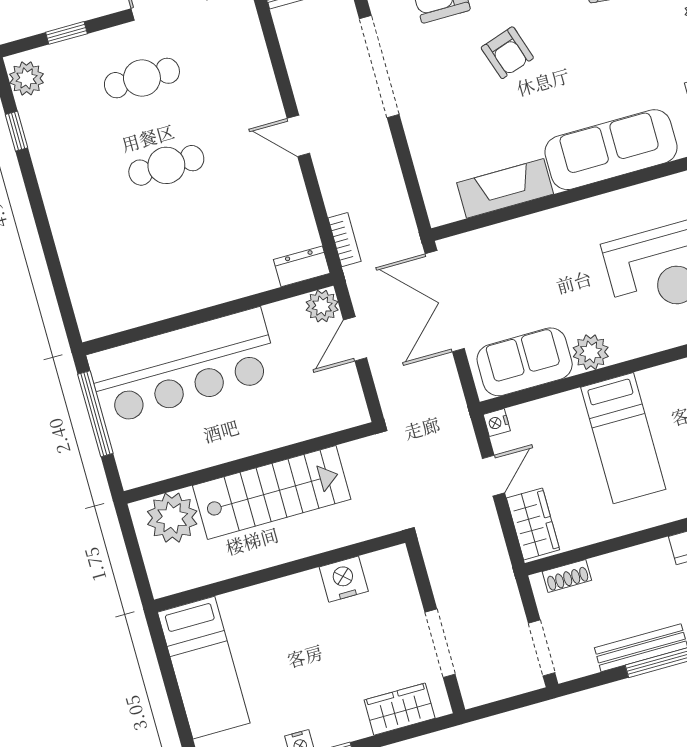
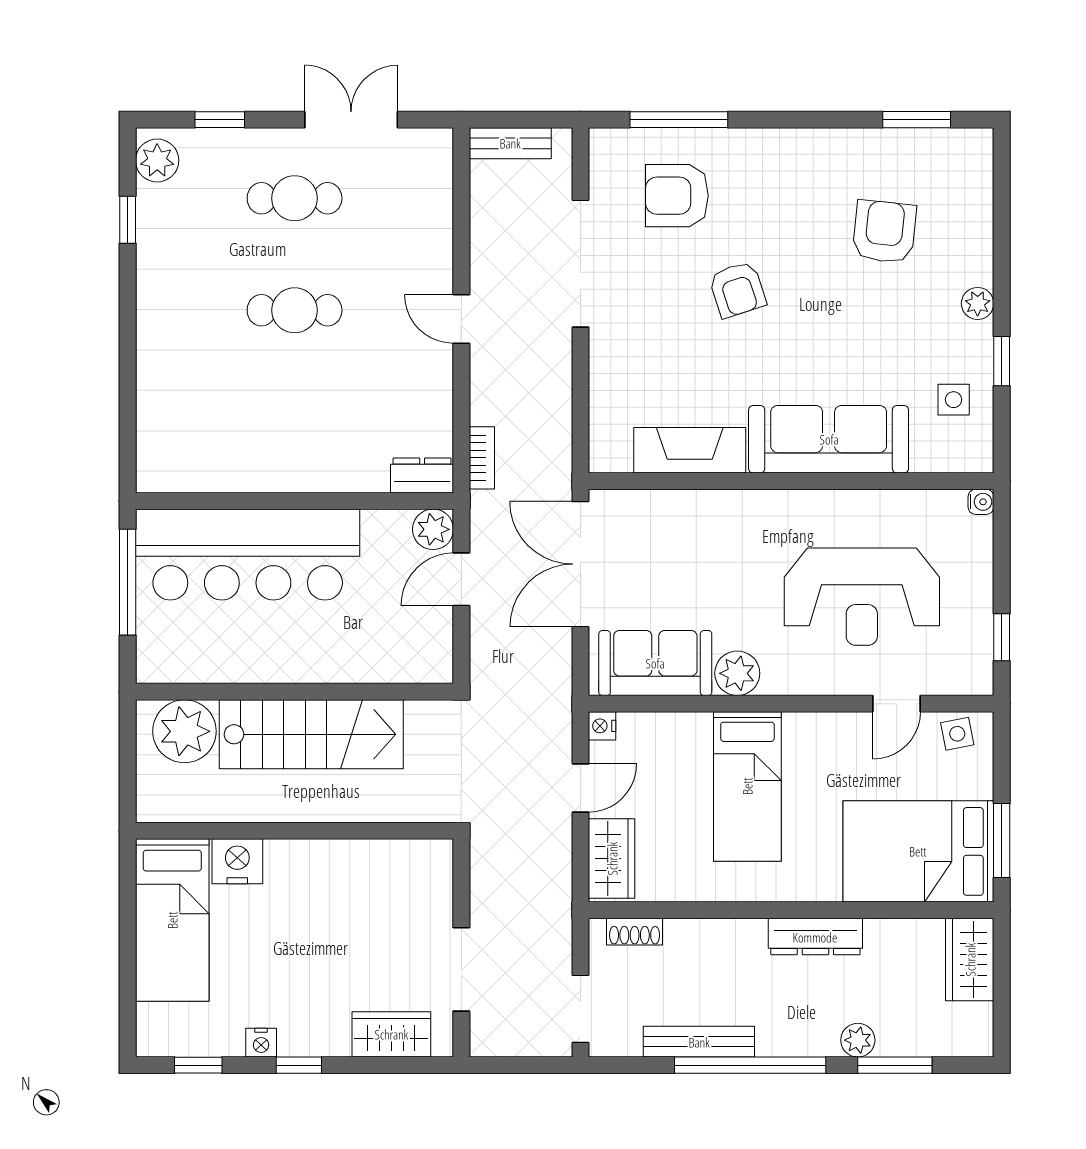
nightstand: (344, 579) -> (237, 861), moved

